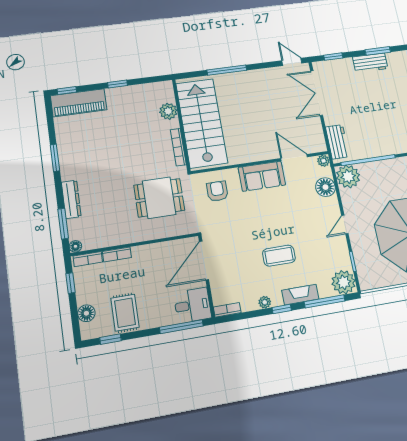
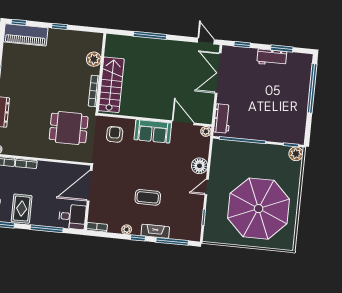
stairs: (202, 123) -> (111, 85), width x0.73, depth x0.66
plant: (348, 176) -> (222, 149), removed
floor lamp: (325, 187) -> (200, 166), moved
plant: (344, 282) -> (191, 231), removed
window: (181, 327) -> (47, 229), moved

